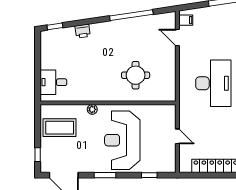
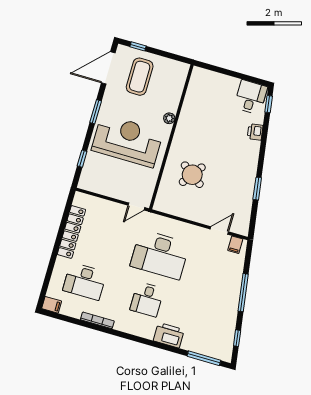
window: (131, 15) -> (257, 189), width x0.47
round table: (136, 75) -> (192, 175), turned 36
desk: (53, 82) -> (251, 97), moved
coffee table: (60, 128) -> (140, 77), moved
door: (177, 136) -> (136, 206), moved

